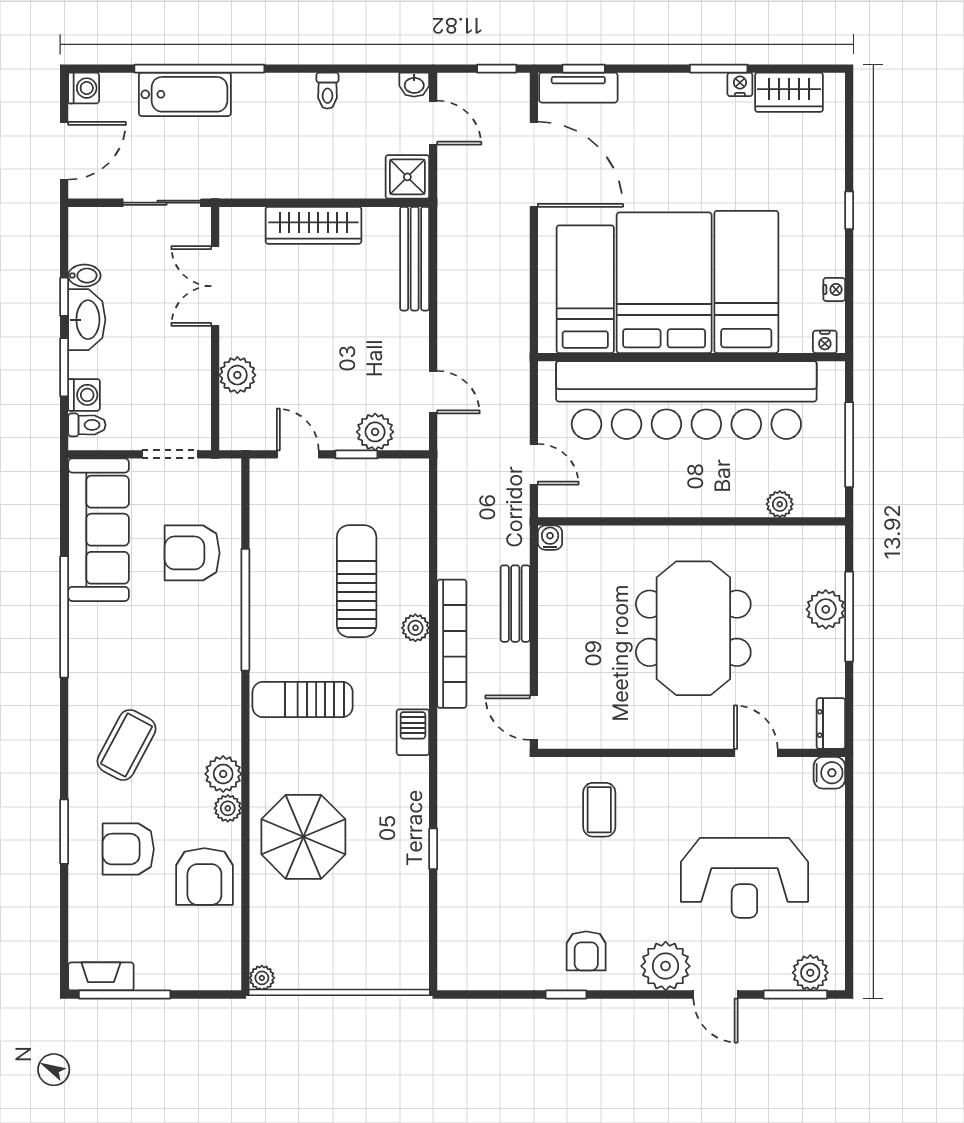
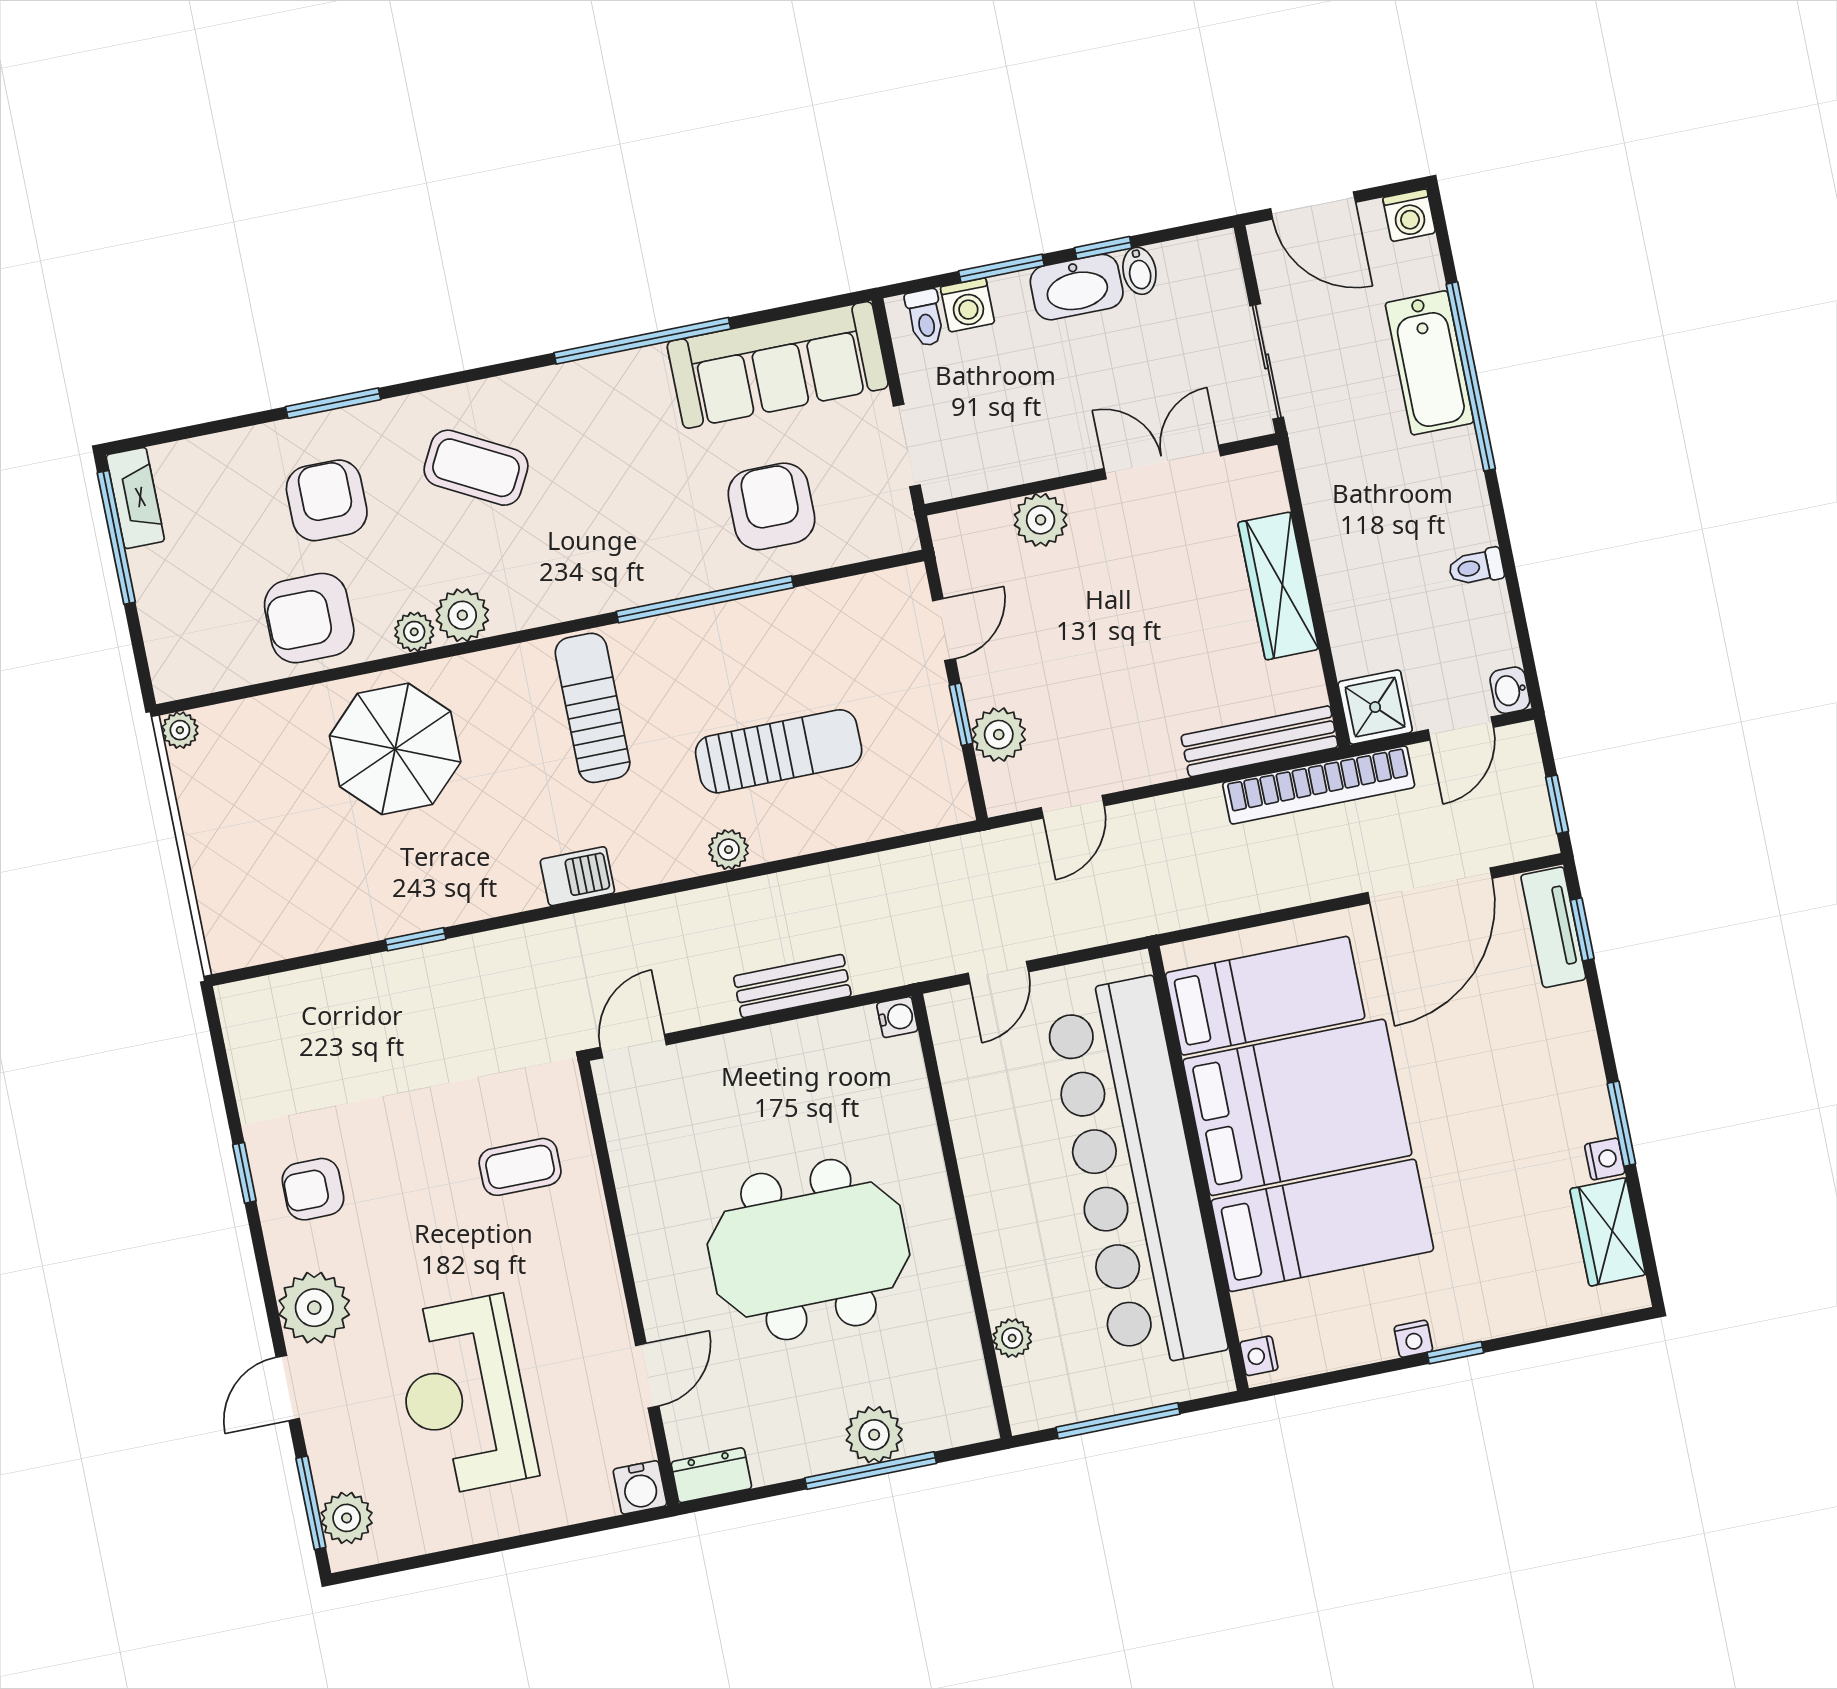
nightstand: (834, 289) -> (1413, 1339), moved
bookcase: (452, 644) -> (1319, 785), moved

